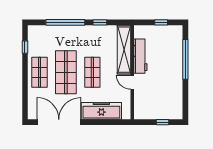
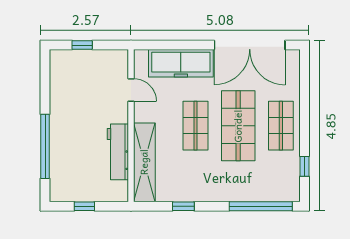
window: (65, 22) -> (261, 206), moved
door: (132, 82) -> (131, 90), moved

